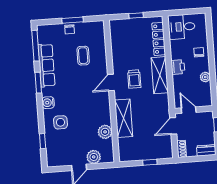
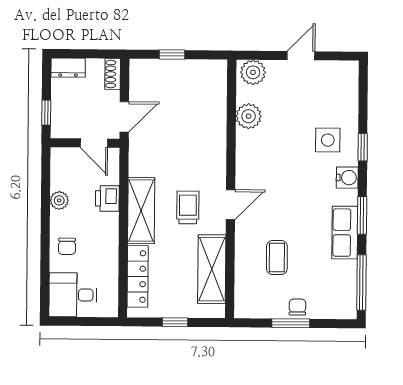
desk: (182, 27) -> (73, 295), moved, turned 180
row of seats: (46, 65) -> (345, 233), width x0.68
printer: (178, 67) -> (107, 198), moved
shelving: (124, 118) -> (212, 269), moved
window: (43, 141) -> (363, 147), moved
plant: (94, 157) -> (253, 72), moved

